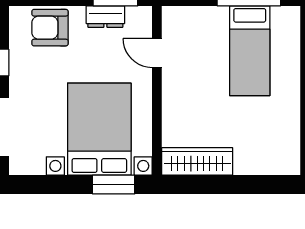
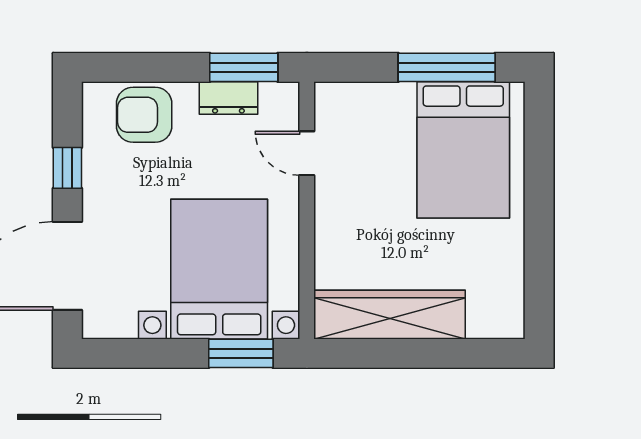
bed: (250, 51) -> (463, 150), width x1.50
wardrobe: (197, 161) -> (390, 315), width x1.40, depth x1.17

